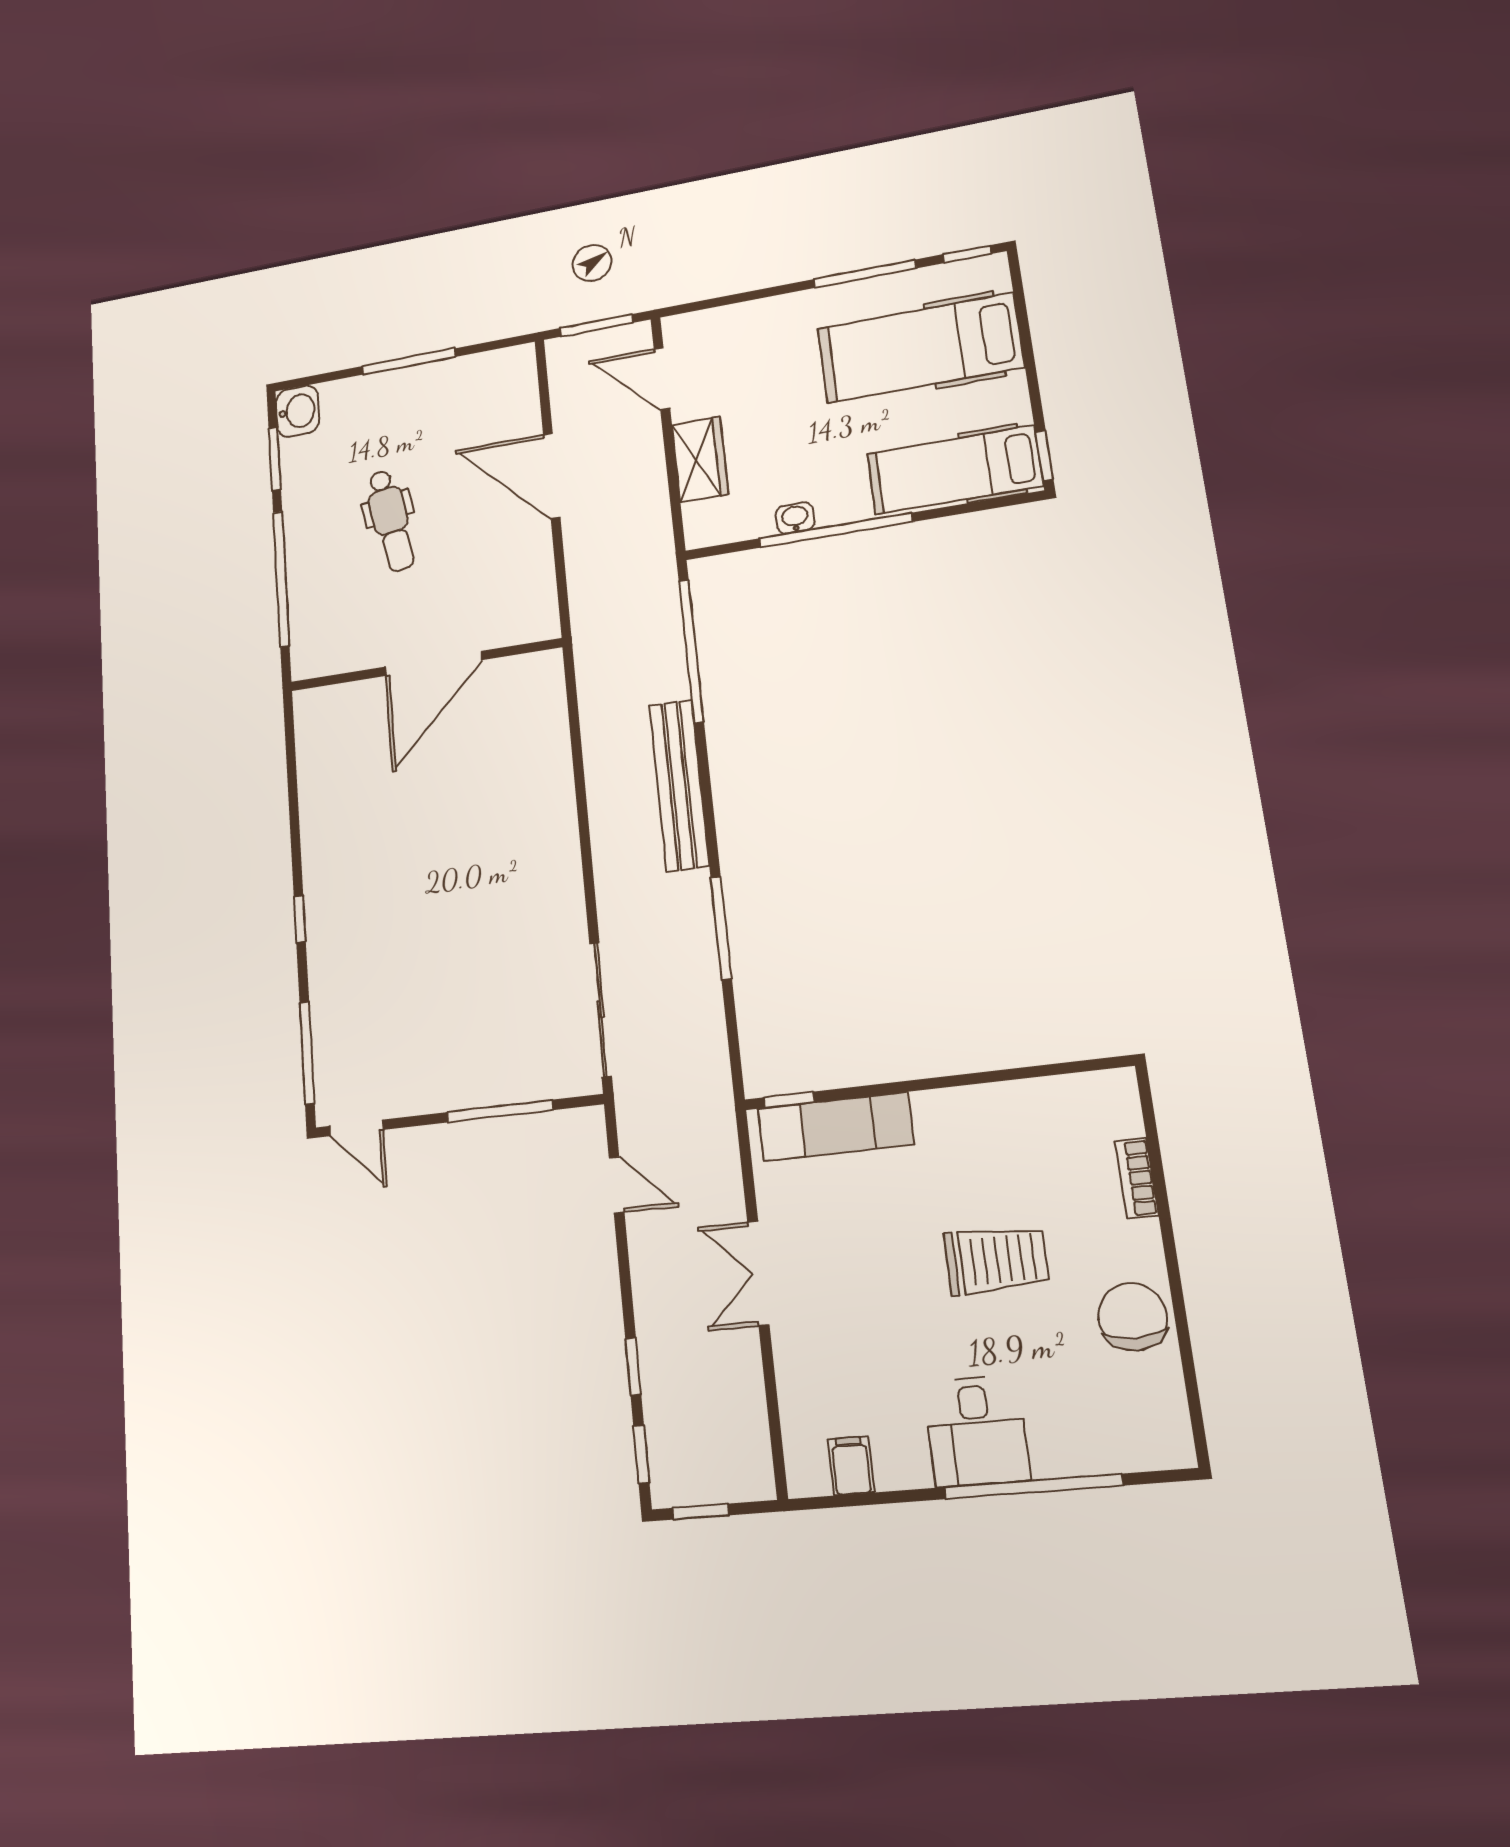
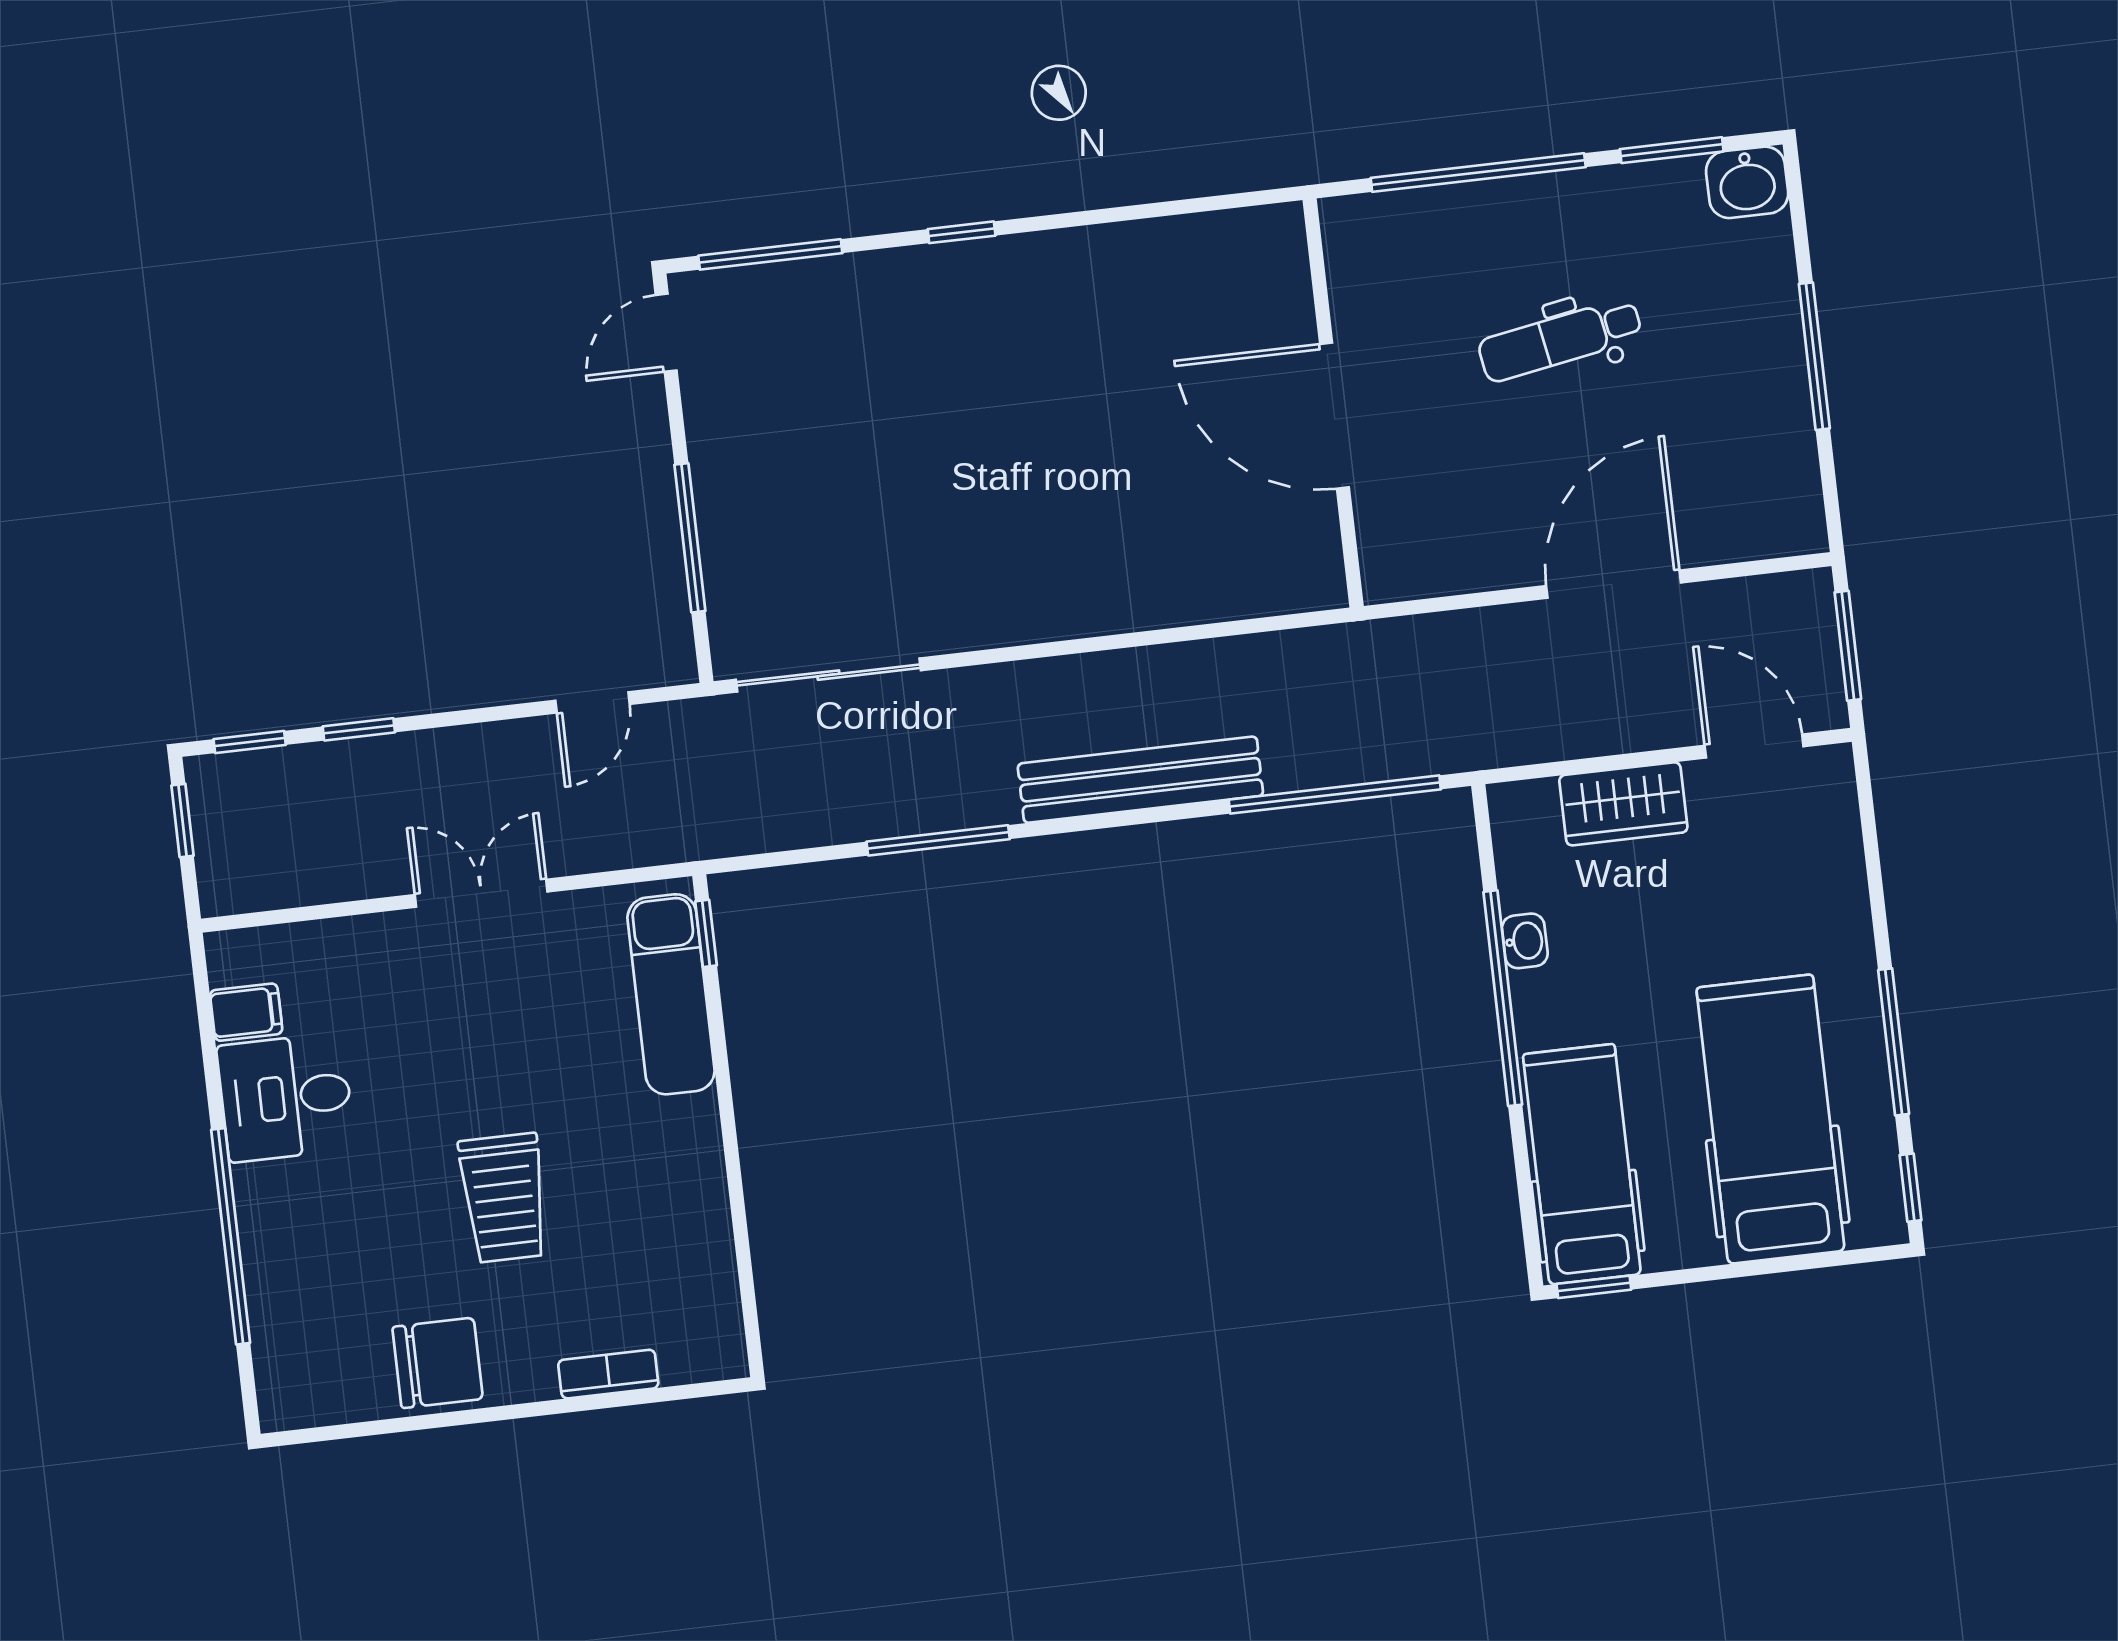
door: (662, 379) -> (1754, 746), hinge flipped
desk: (976, 1431) -> (286, 1097), moved

